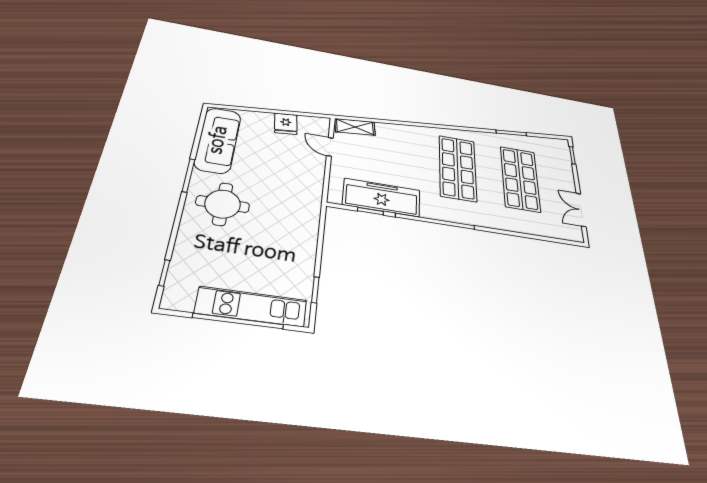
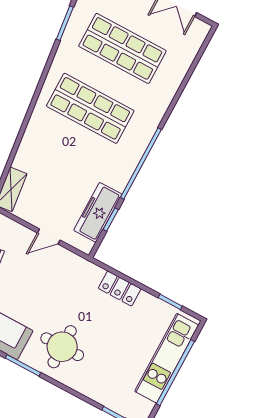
door: (330, 147) -> (49, 237), moved
freezer: (382, 197) -> (98, 212), width x0.73, depth x0.79
locker: (307, 238) -> (120, 288), added

